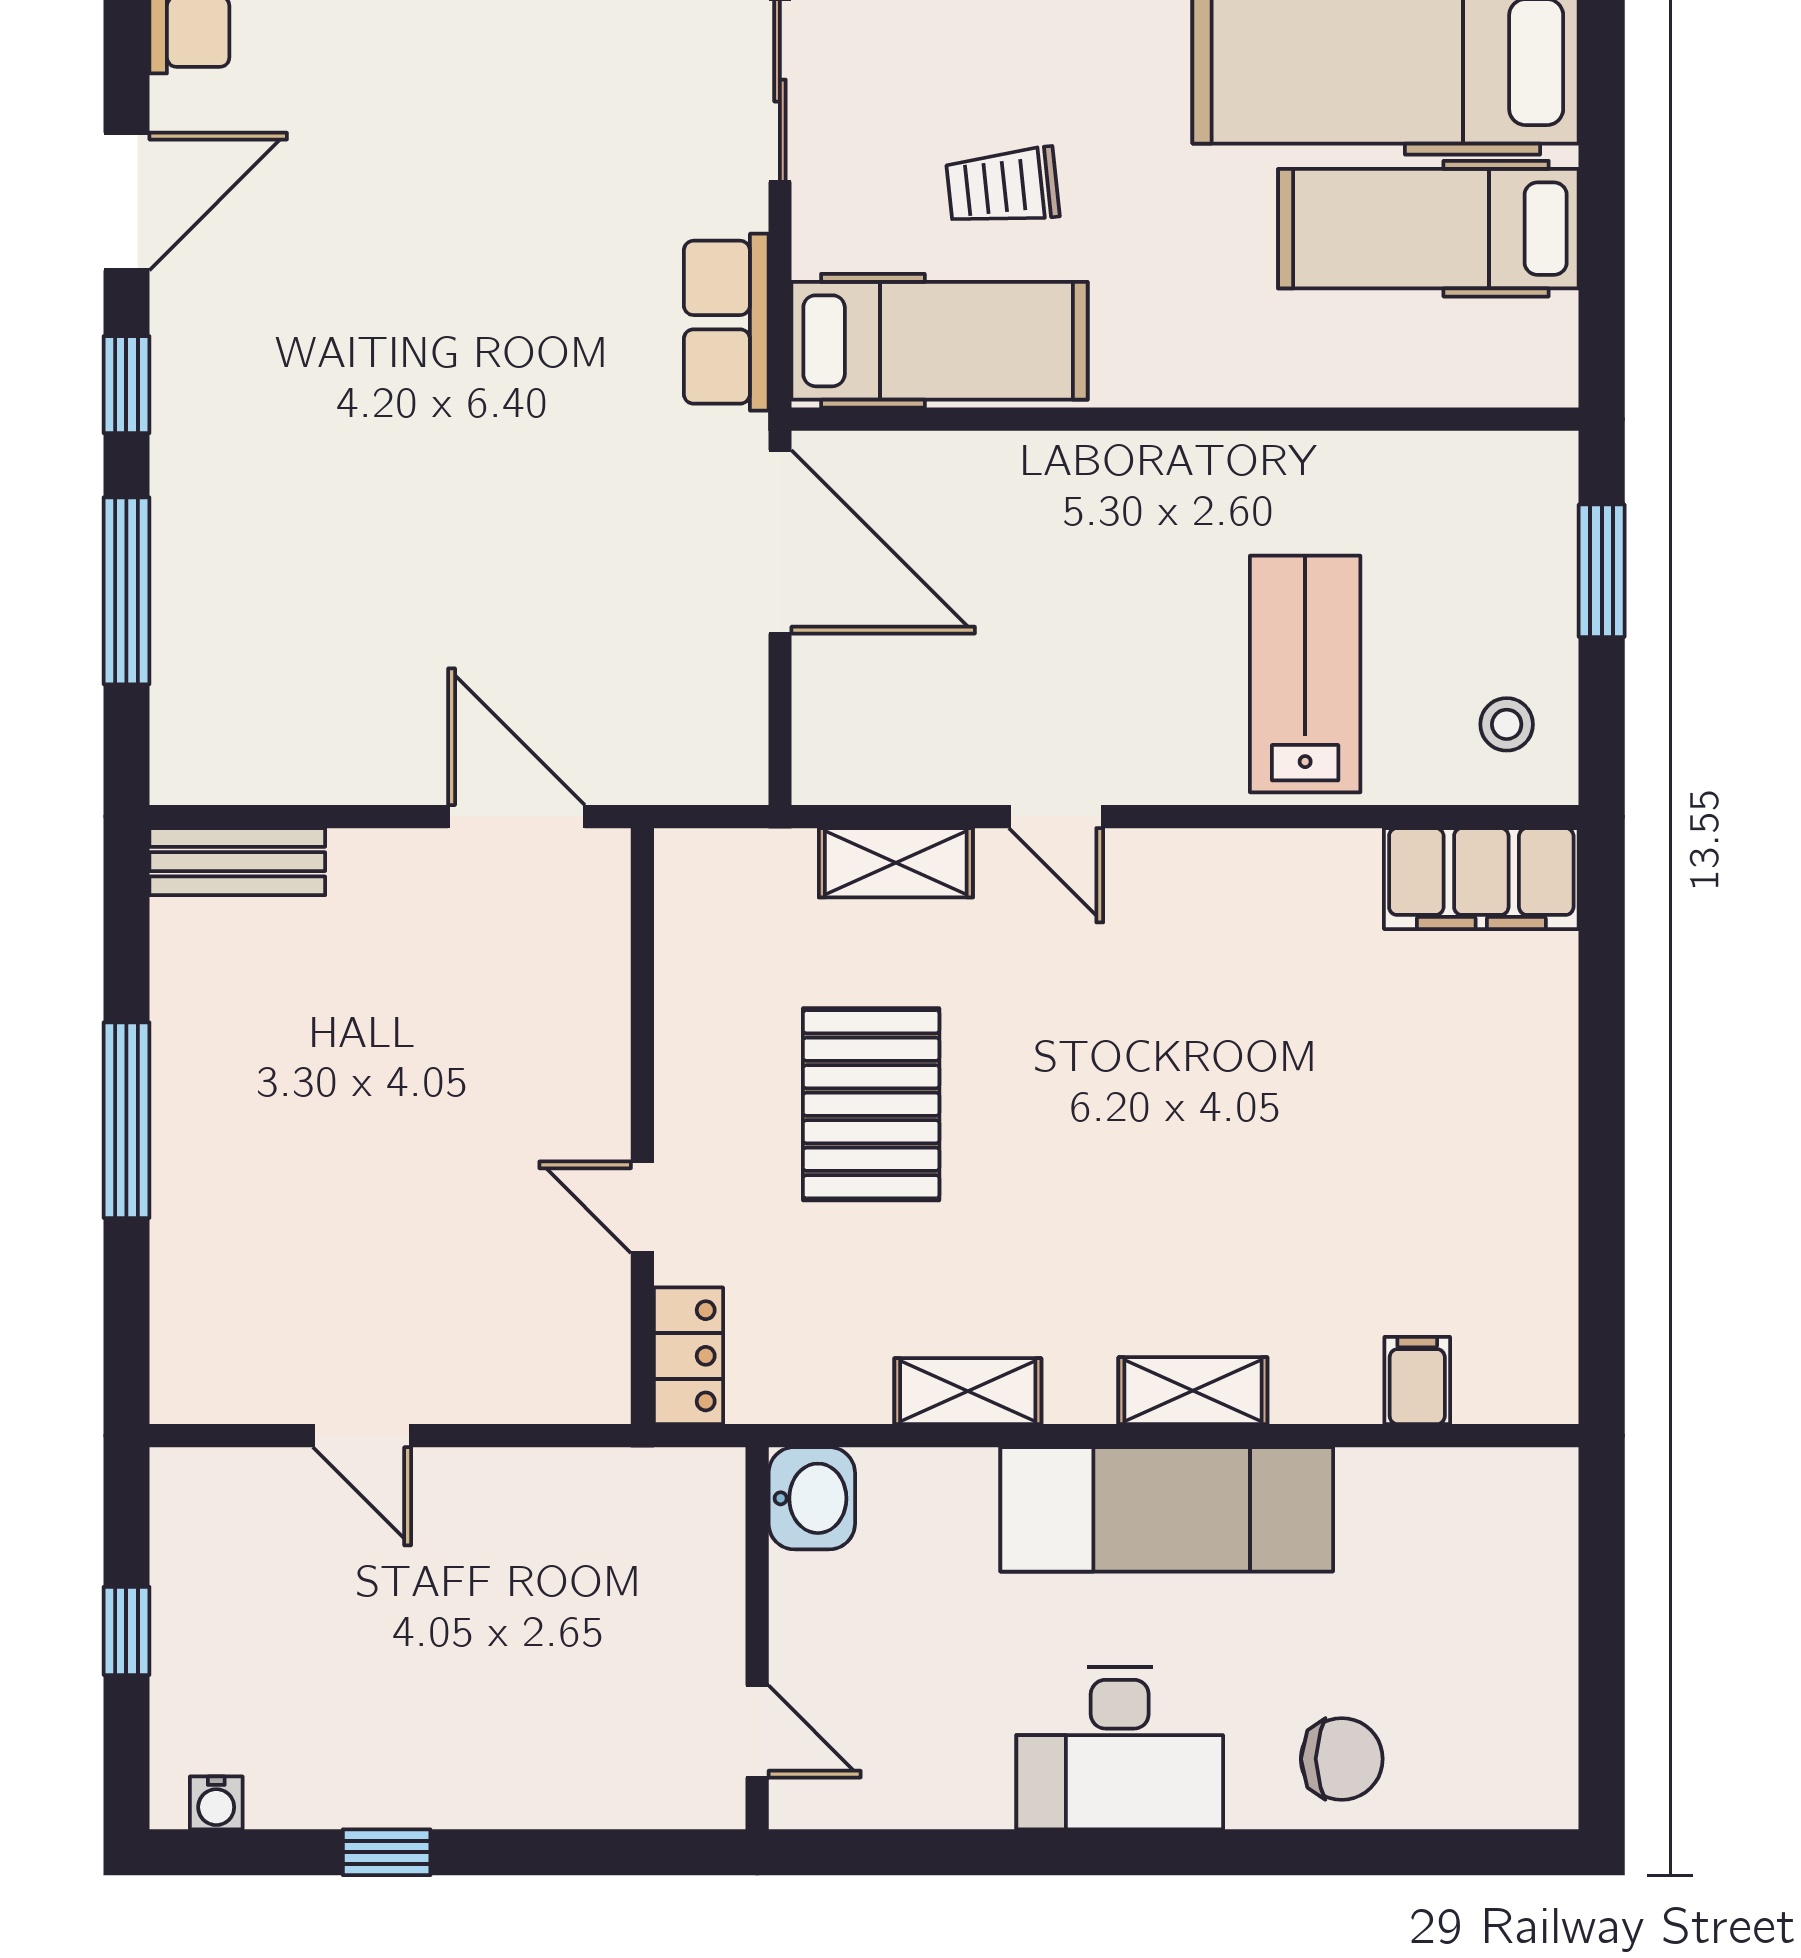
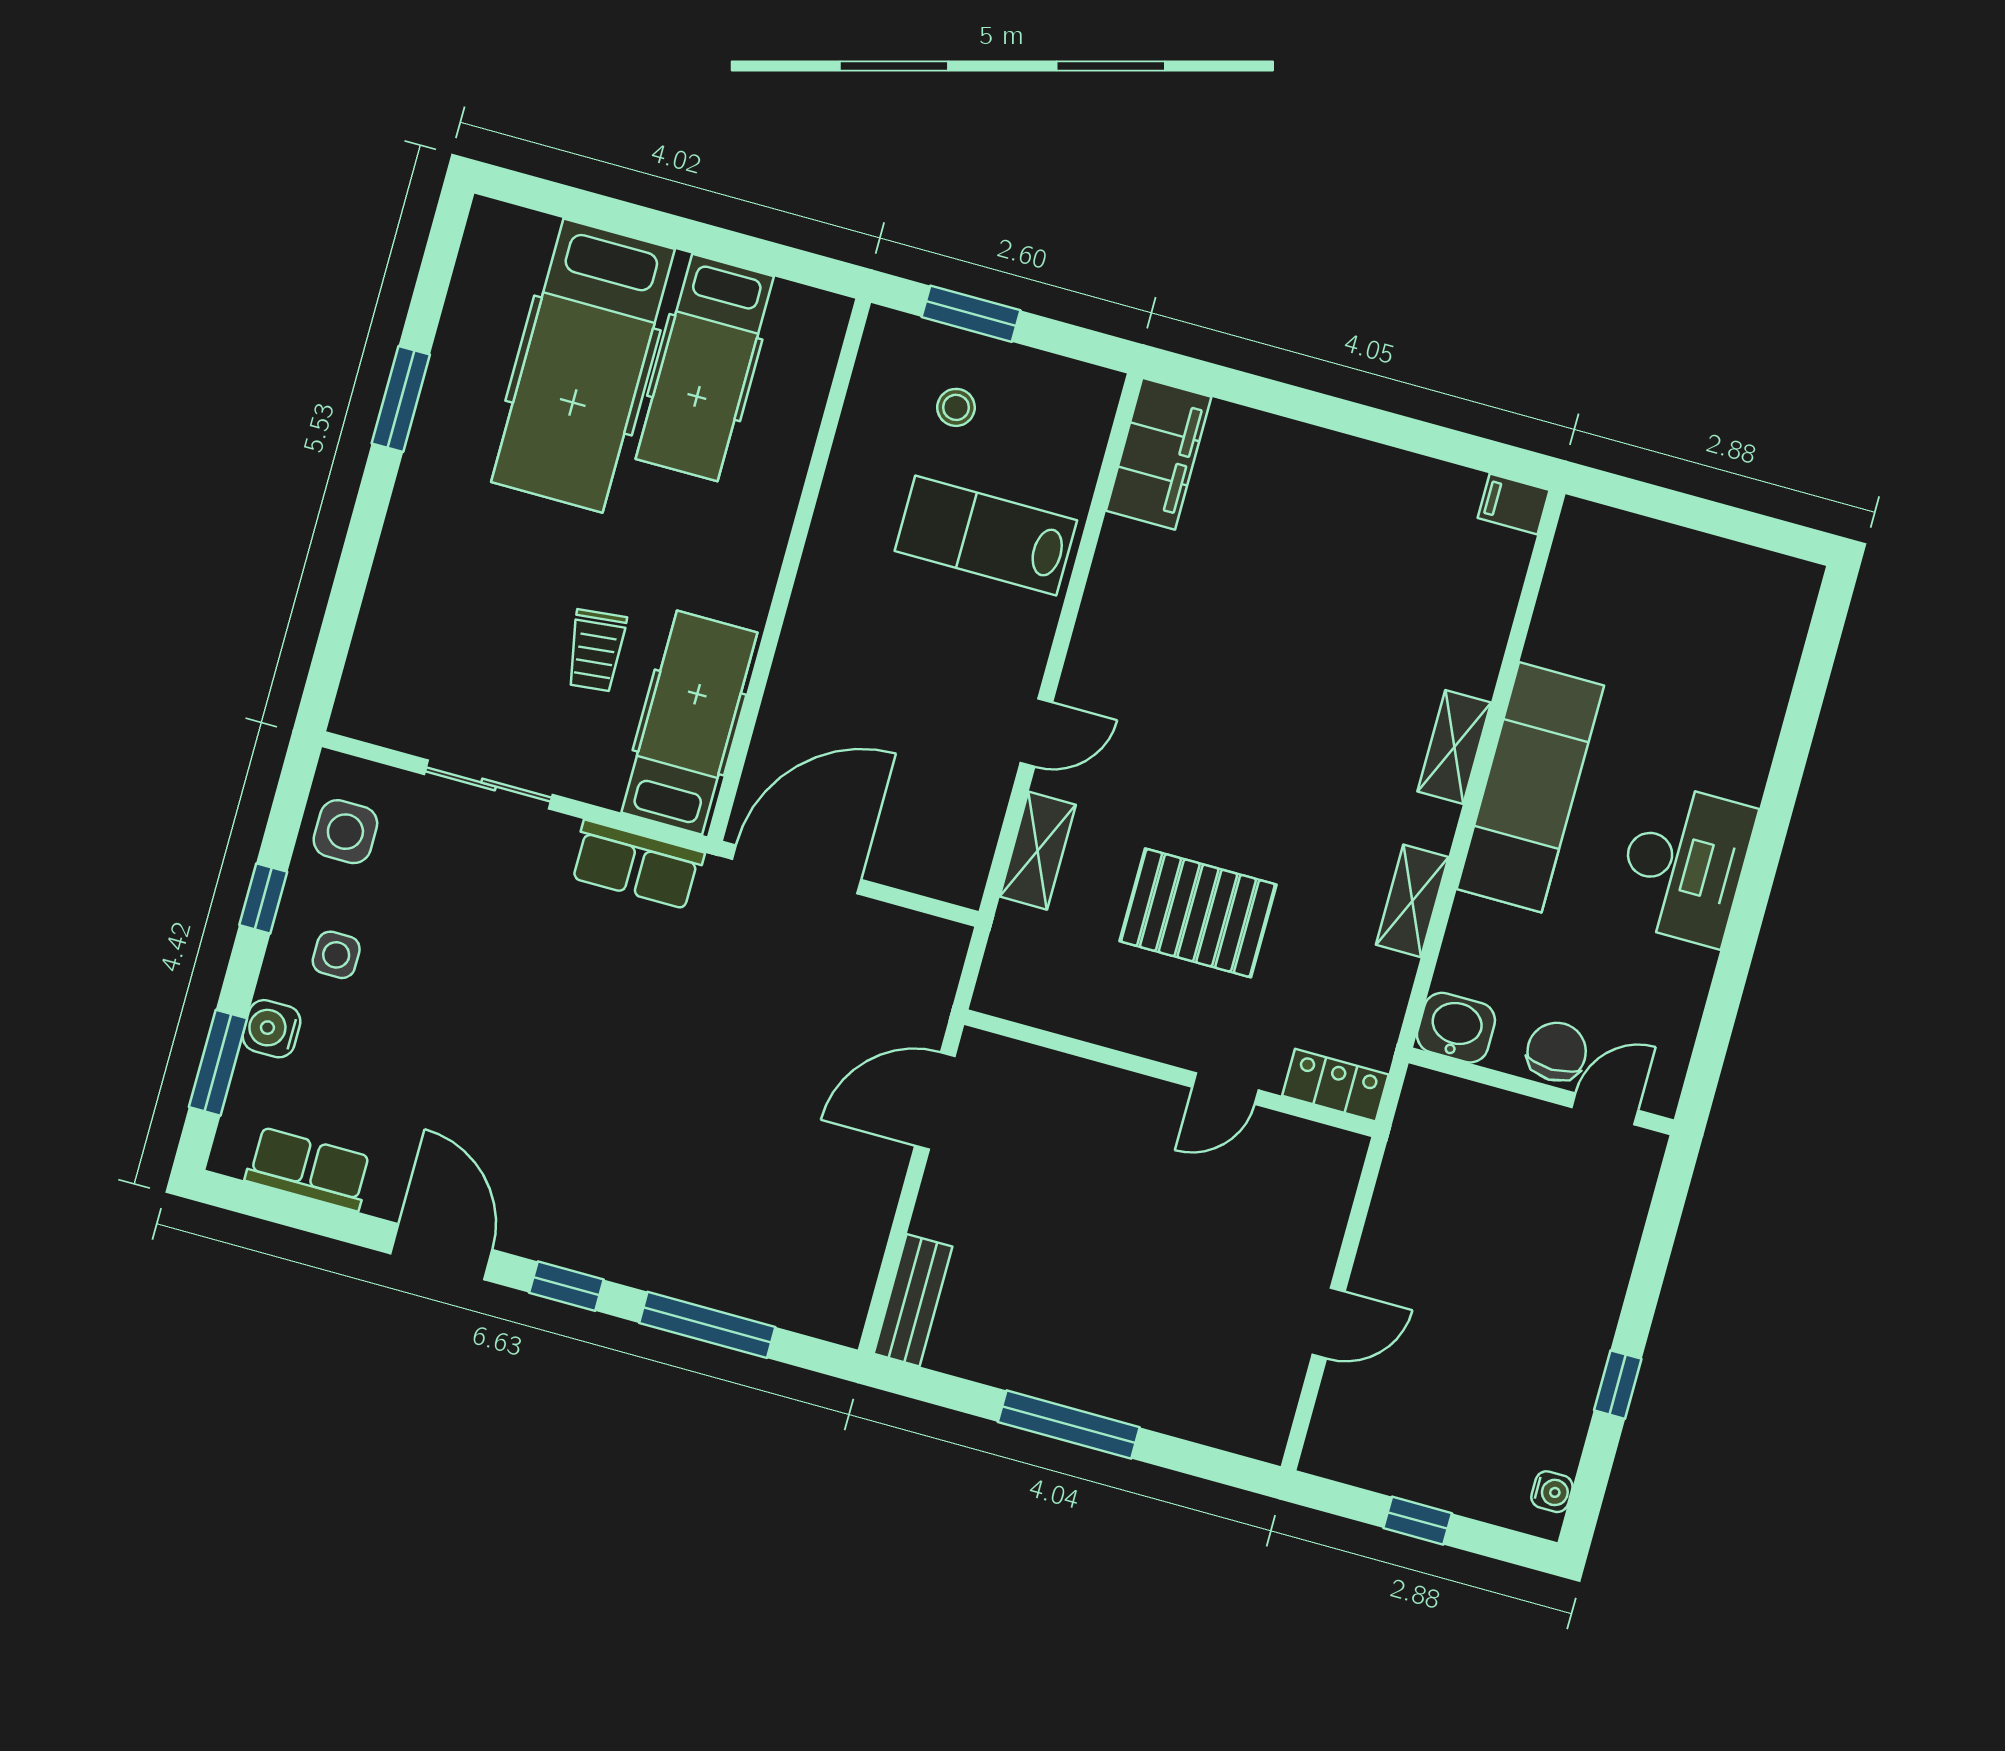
stool: (1507, 724) -> (956, 407), moved
filing cabinet: (1417, 1380) -> (1514, 504), moved
chair: (1342, 1759) -> (1557, 1052), moved

